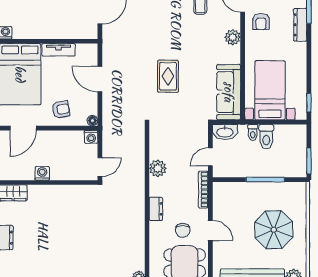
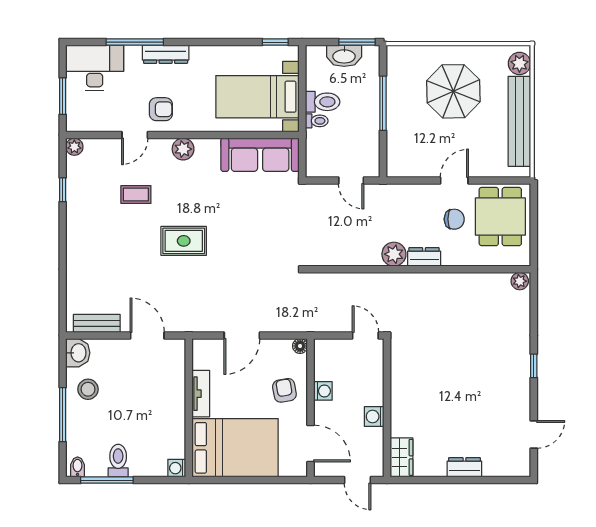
rug: (168, 76) -> (184, 241), moved
washbasin: (225, 132) -> (344, 56), moved, turned 90
washing machine: (91, 137) -> (323, 391), moved
plant: (158, 168) -> (394, 254), moved
bookcase: (203, 190) -> (397, 190), removed

